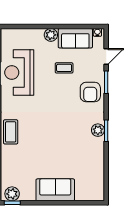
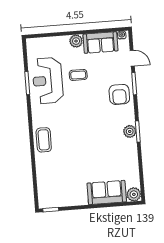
door: (106, 56) -> (132, 58), hinge flipped
coffee table: (64, 68) -> (78, 75), moved
sofa: (55, 190) -> (107, 193), moved
plant: (12, 194) -> (134, 194), moved

